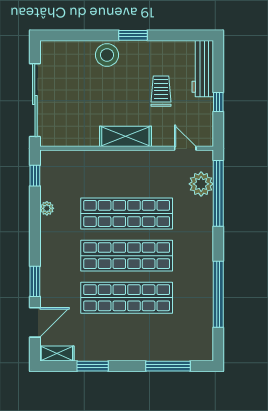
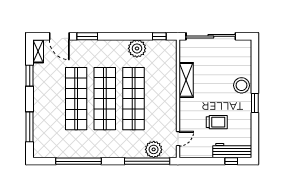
window: (218, 102) -> (231, 161), moved
shelving: (125, 136) -> (186, 80), moved
plant: (47, 208) -> (137, 48), width x1.87, depth x1.87

